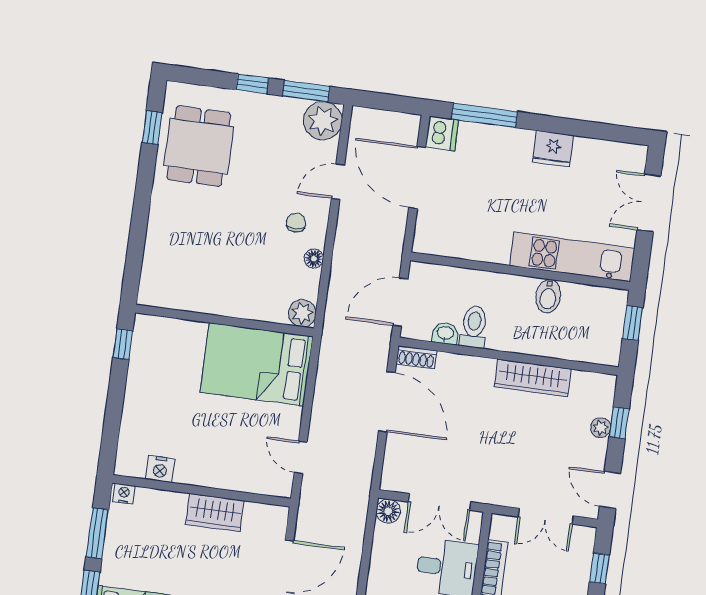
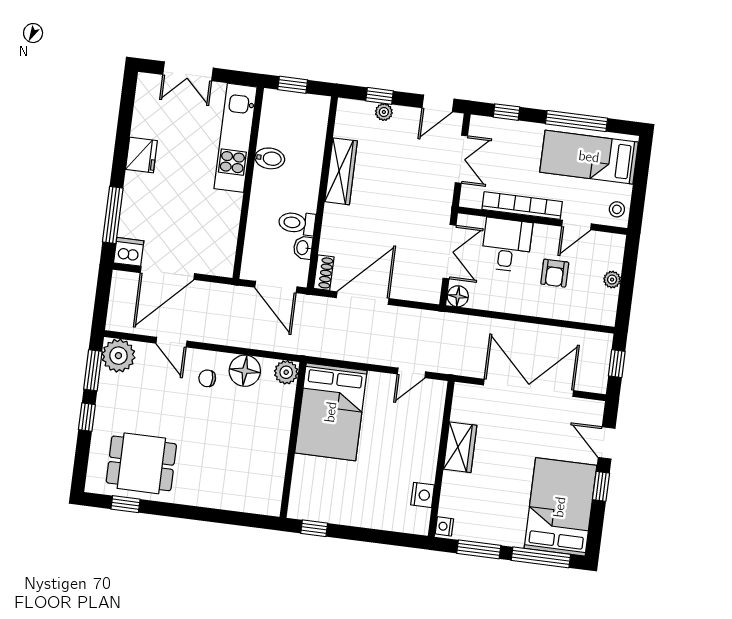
floor lamp: (314, 259) -> (245, 371), width x1.89, depth x1.89

